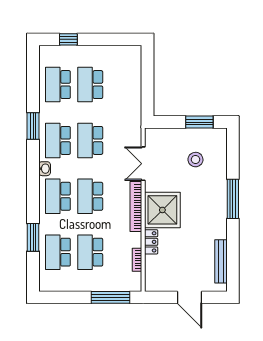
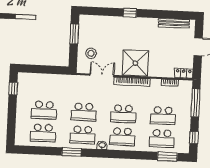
window: (68, 39) -> (13, 89), moved
stool: (195, 160) -> (91, 53), moved
double door: (143, 164) -> (102, 75), swing flipped
window: (233, 199) -> (130, 13), width x0.46
window: (33, 237) -> (167, 157), moved
locker: (151, 242) -> (184, 73), moved
window: (61, 297) -> (194, 138), added

